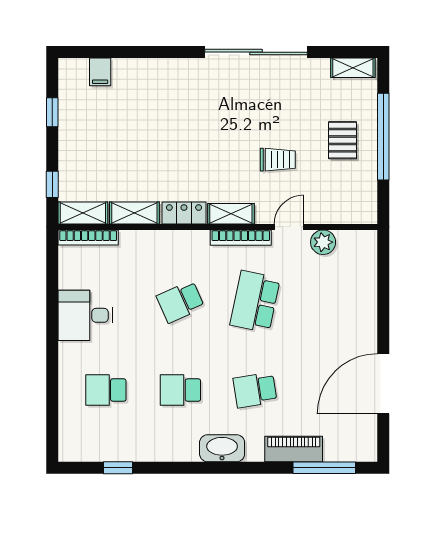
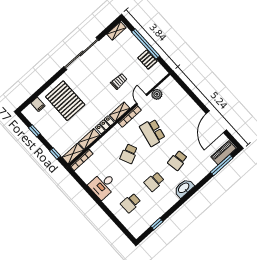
pallet: (153, 109) -> (65, 101), added
pallet: (342, 140) -> (147, 60), moved
piano: (294, 449) -> (223, 153), moved

